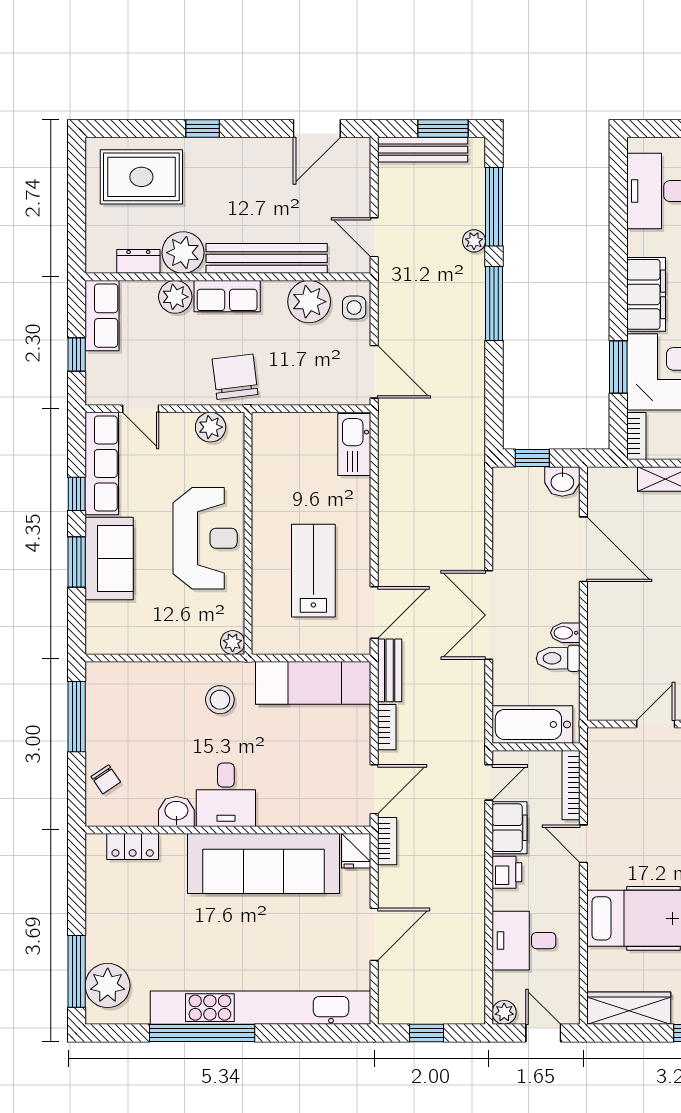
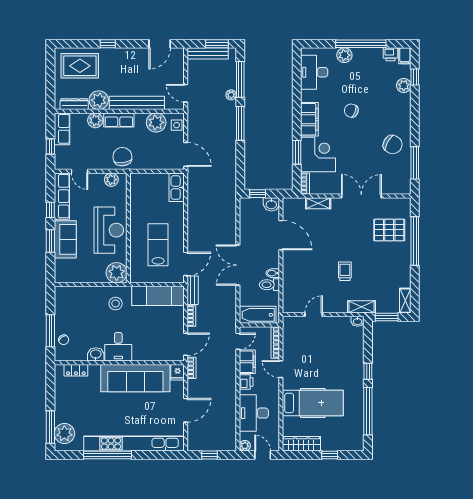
dresser: (138, 261) -> (74, 104), width x1.44
plant: (233, 642) -> (117, 273), width x1.87, depth x1.87
window: (77, 717) -> (50, 331), moved
desk: (524, 941) -> (254, 413), width x1.37

